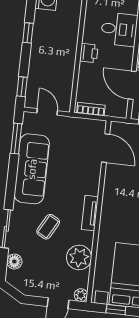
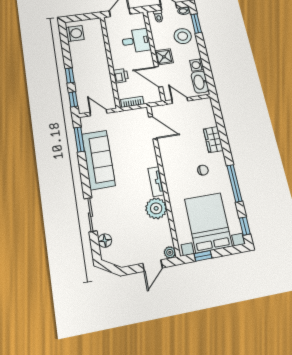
window: (28, 33) -> (70, 75), moved
printer: (89, 53) -> (121, 76), moved
coffee table: (48, 227) -> (125, 203), removed
plant: (79, 257) -> (156, 208), moved

